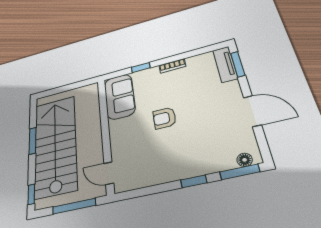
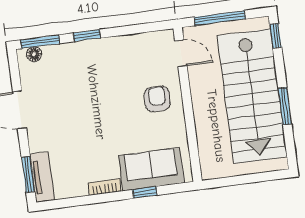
sofa: (119, 97) -> (151, 169), moved, turned 90
armchair: (165, 118) -> (157, 99), moved, turned -90

